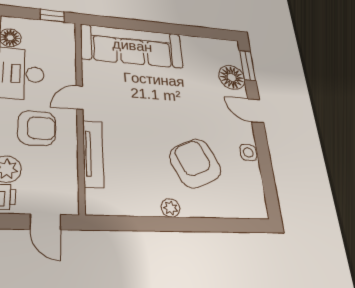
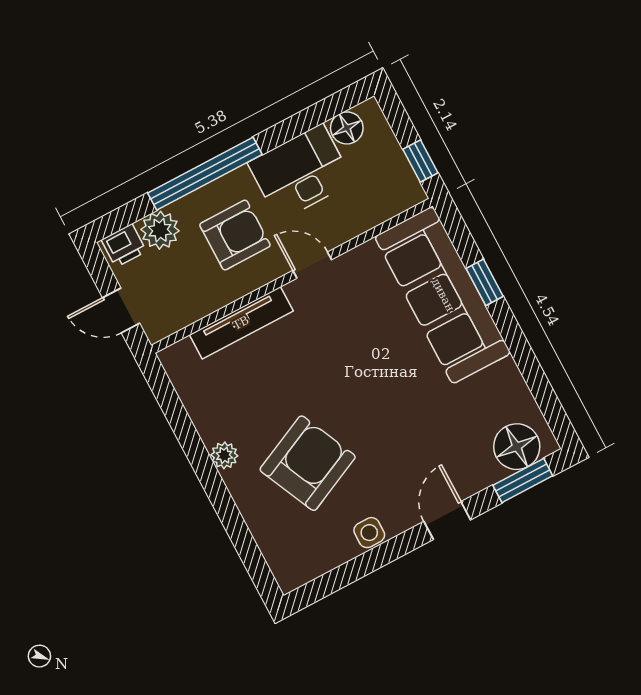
window: (135, 25) -> (485, 282), added
floor lamp: (232, 77) -> (517, 447), moved
armchair: (37, 128) -> (235, 235), turned -90
door: (45, 222) -> (121, 310), hinge flipped

